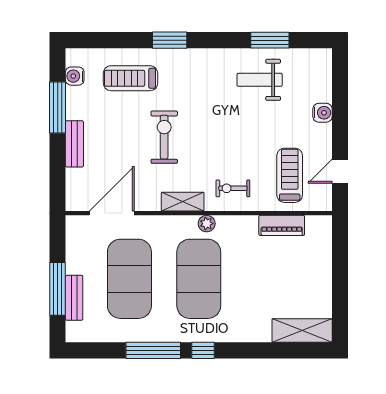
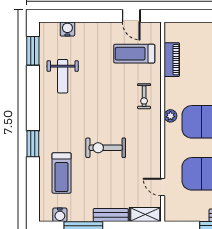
window: (270, 40) -> (33, 51), moved
water cooler: (323, 113) -> (67, 29), moved
shelving: (183, 202) -> (145, 215), moved, turned 90
door: (112, 213) -> (163, 187), width x0.53

